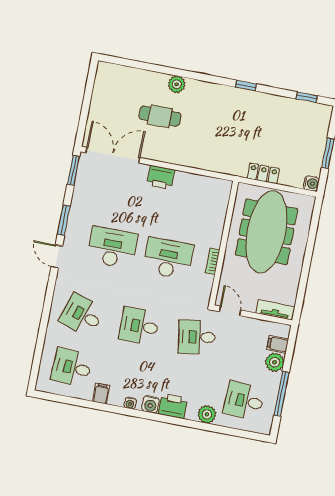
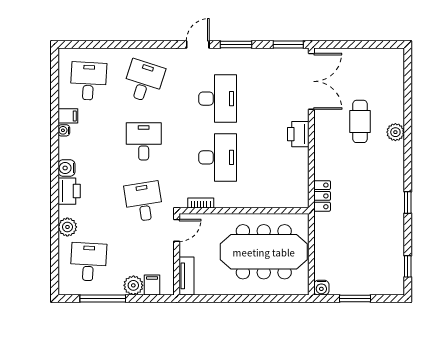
locker: (263, 173) -> (322, 196), moved
bookcase: (213, 261) -> (201, 203), moved
water cooler: (130, 403) -> (64, 130), moved

